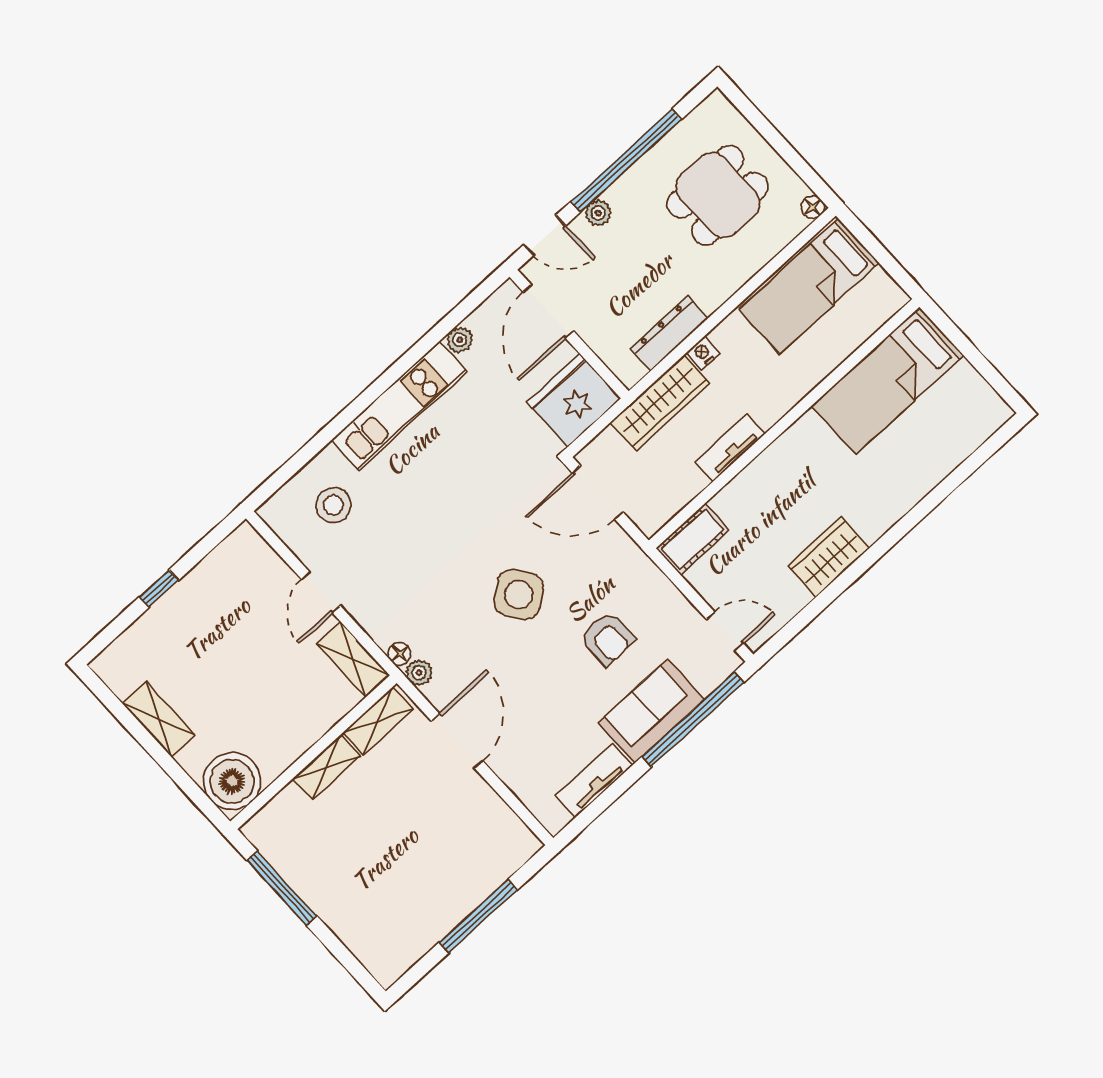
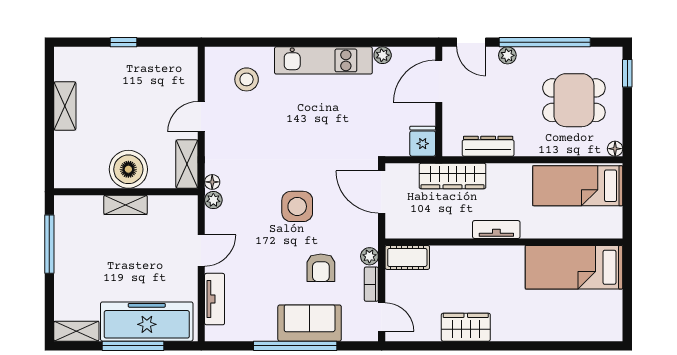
window: (749, 111) -> (627, 73), added
nightstand: (703, 353) -> (496, 171), removed
fridge: (574, 400) -> (423, 141), width x0.53, depth x0.75
tv unit: (730, 448) -> (496, 230), moved
plant: (650, 576) -> (369, 256), added
side table: (519, 594) -> (297, 206), turned 36
bookcase: (680, 605) -> (371, 284), added
window: (693, 719) -> (295, 346), moved
shelving: (378, 721) -> (76, 331), moved
door: (457, 741) -> (201, 250), width x0.73
boiler: (232, 781) -> (128, 169), moved
tv unit: (594, 781) -> (215, 299), moved, turned 90
freezer: (469, 875) -> (147, 322), added

